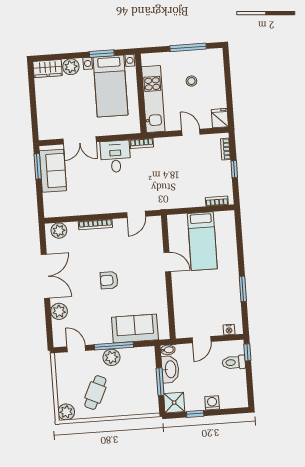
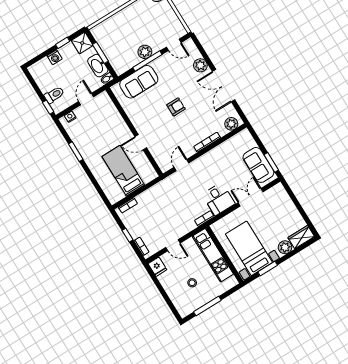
cafe table: (95, 392) -> (143, 20), removed

